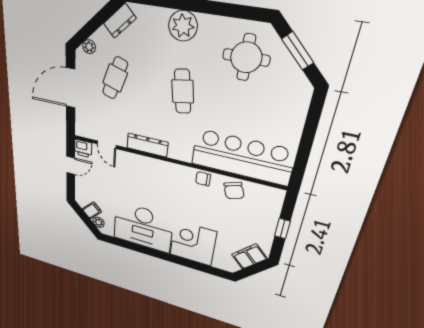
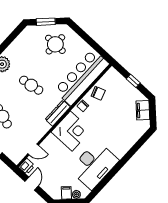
round table: (246, 57) -> (55, 44), moved
dresser: (147, 145) -> (58, 113), moved
corner desk: (193, 243) -> (71, 131), moved, turned 180

